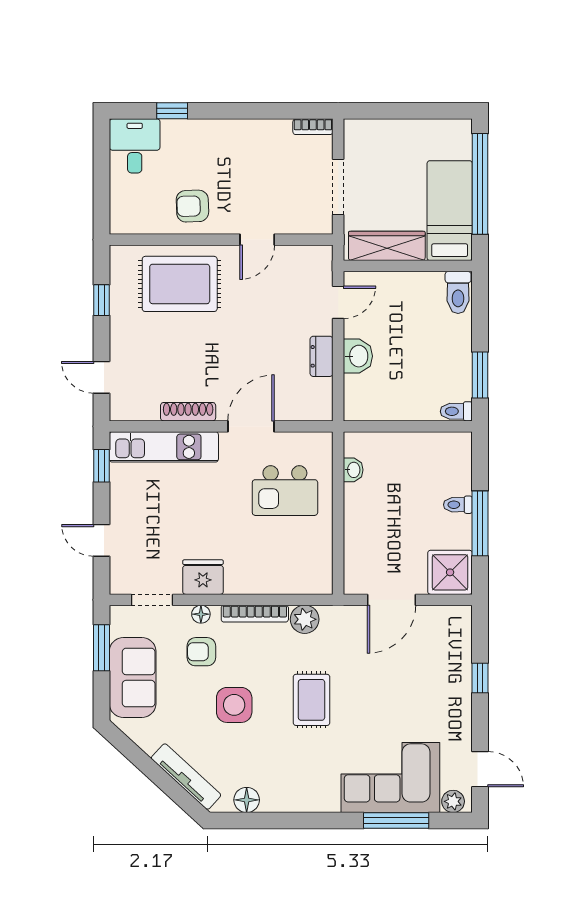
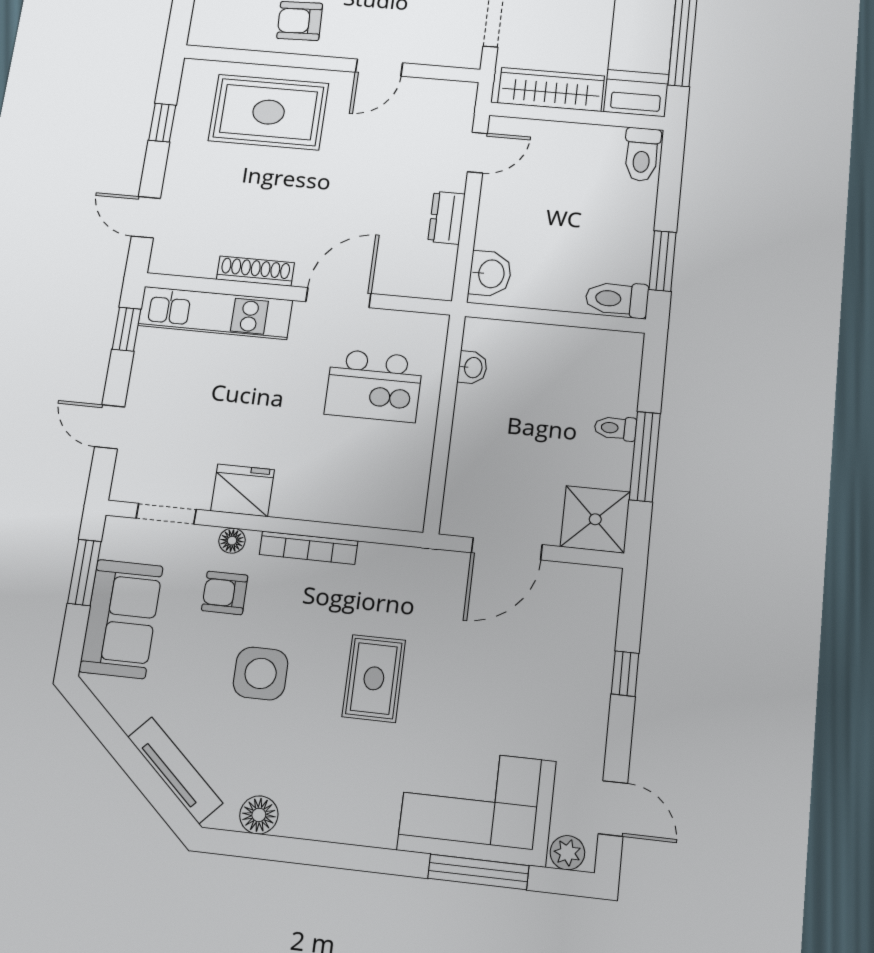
washbasin: (358, 356) -> (490, 274), moved
toilet: (456, 411) -> (617, 299), width x1.37, depth x1.39
plant: (305, 619) -> (379, 563), removed

